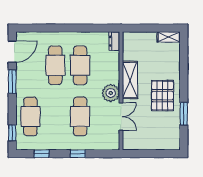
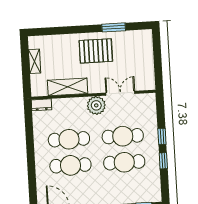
shelving: (169, 37) -> (35, 61), moved
shelving: (130, 80) -> (68, 87), moved
cafe table: (30, 116) -> (124, 162), moved
window: (42, 154) -> (163, 161), moved

